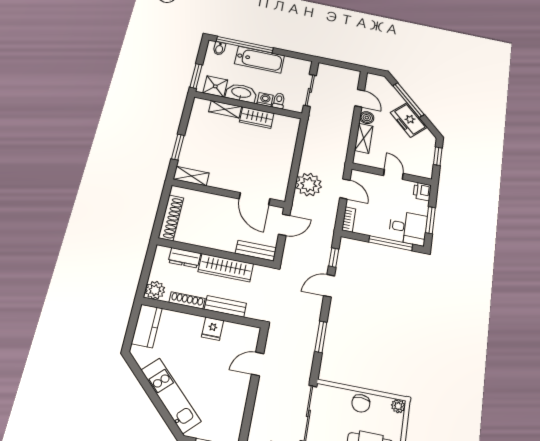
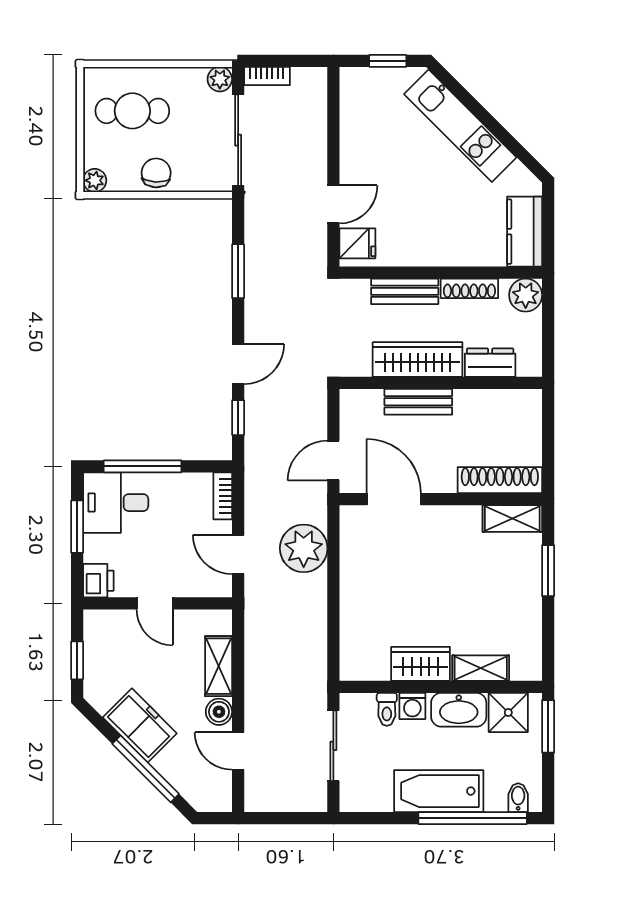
shoe rack: (171, 218) -> (500, 480), moved, turned 90
bench: (256, 251) -> (418, 402), moved
fridge: (213, 329) -> (357, 243), moved, turned 90

